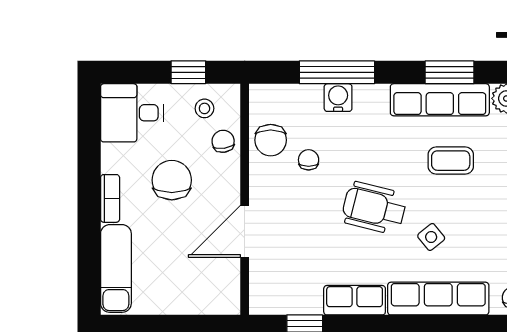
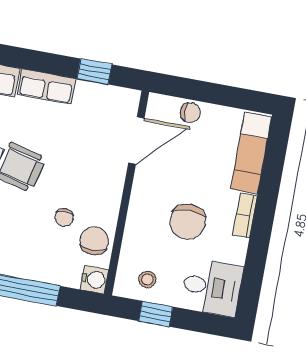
water cooler: (338, 98) -> (94, 280), moved, turned -90
chair: (223, 141) -> (190, 112), moved, turned -82
door: (245, 231) -> (136, 141), moved

